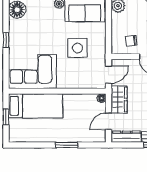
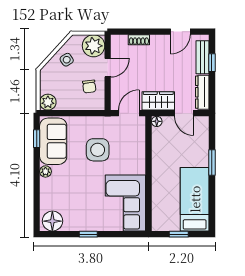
door: (109, 75) -> (129, 113), hinge flipped
bed: (36, 106) -> (195, 199), moved

